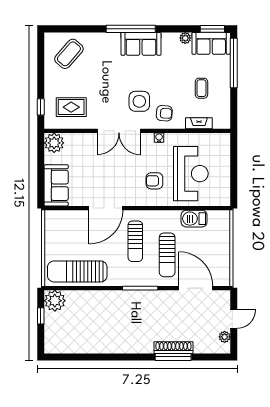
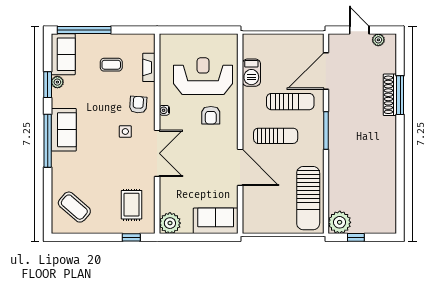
window: (212, 29) -> (48, 85), moved
side table: (139, 101) -> (125, 131), width x0.54, depth x0.54

